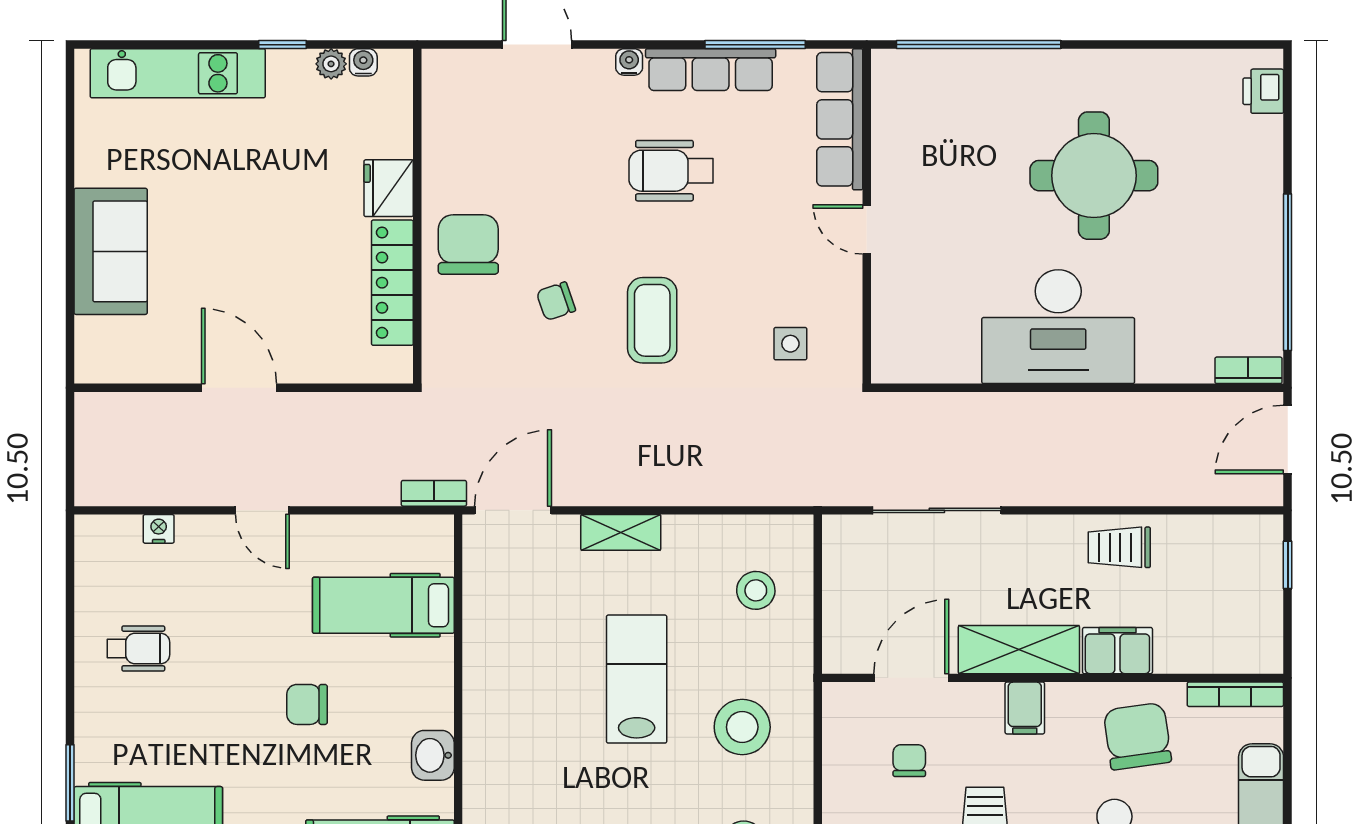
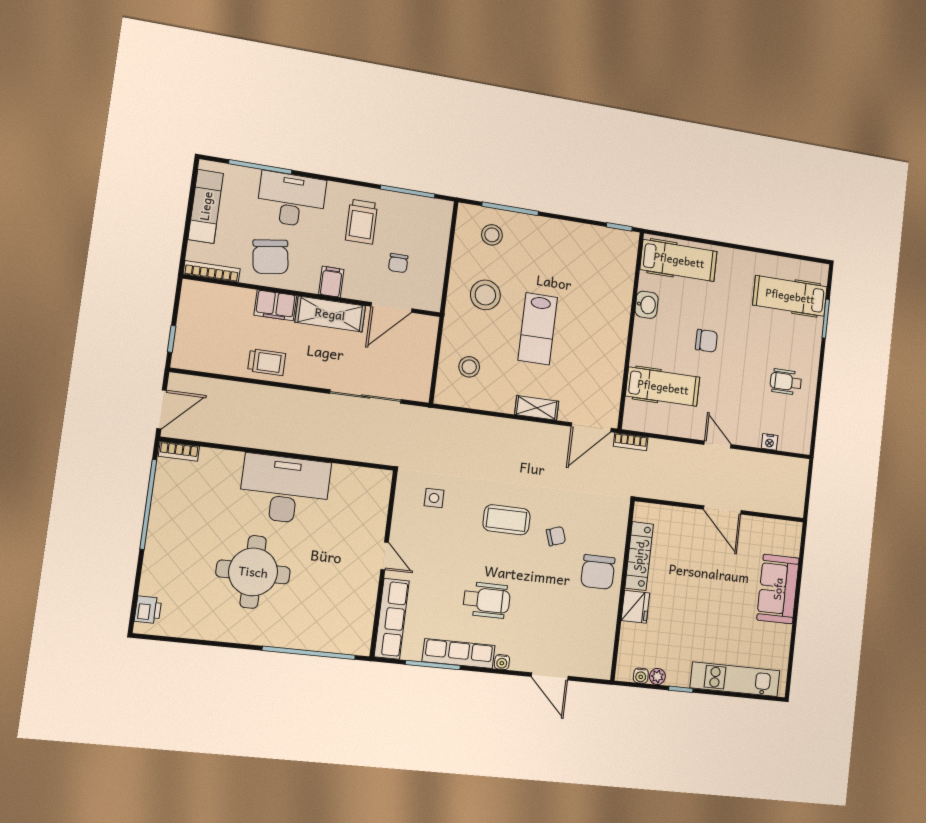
coffee table: (652, 320) -> (506, 520), turned 90

